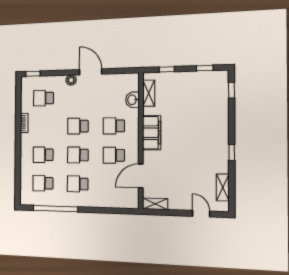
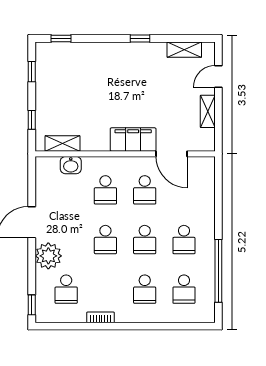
plant: (71, 80) -> (48, 256), width x1.87, depth x1.87
filing cabinet: (152, 133) -> (133, 139), moved
shelving: (155, 204) -> (208, 111), moved

